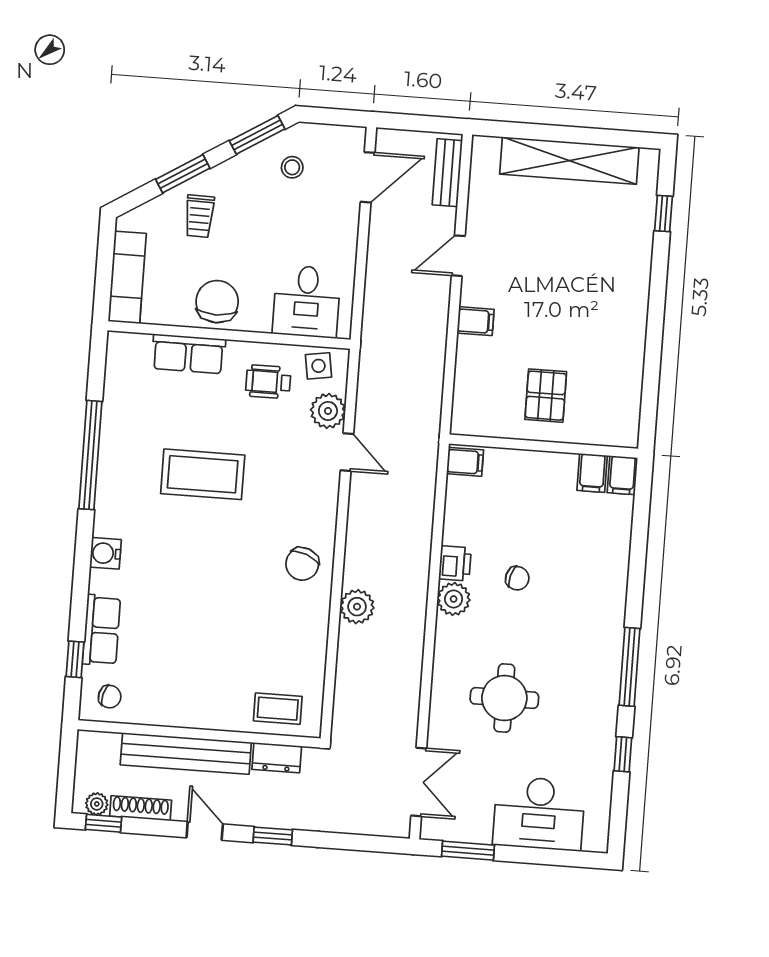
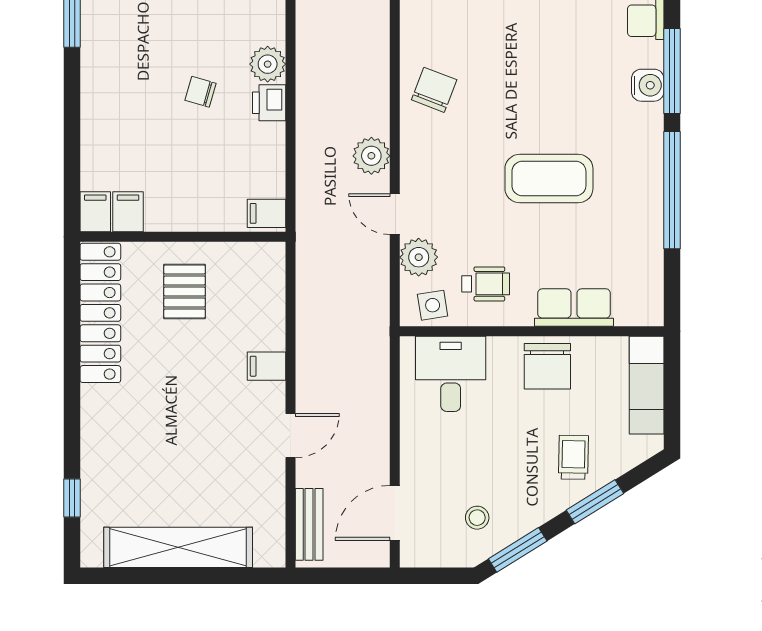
locker: (625, 382) -> (100, 313), added
window: (82, 565) -> (672, 71), added
plant: (357, 607) -> (371, 156), moved

